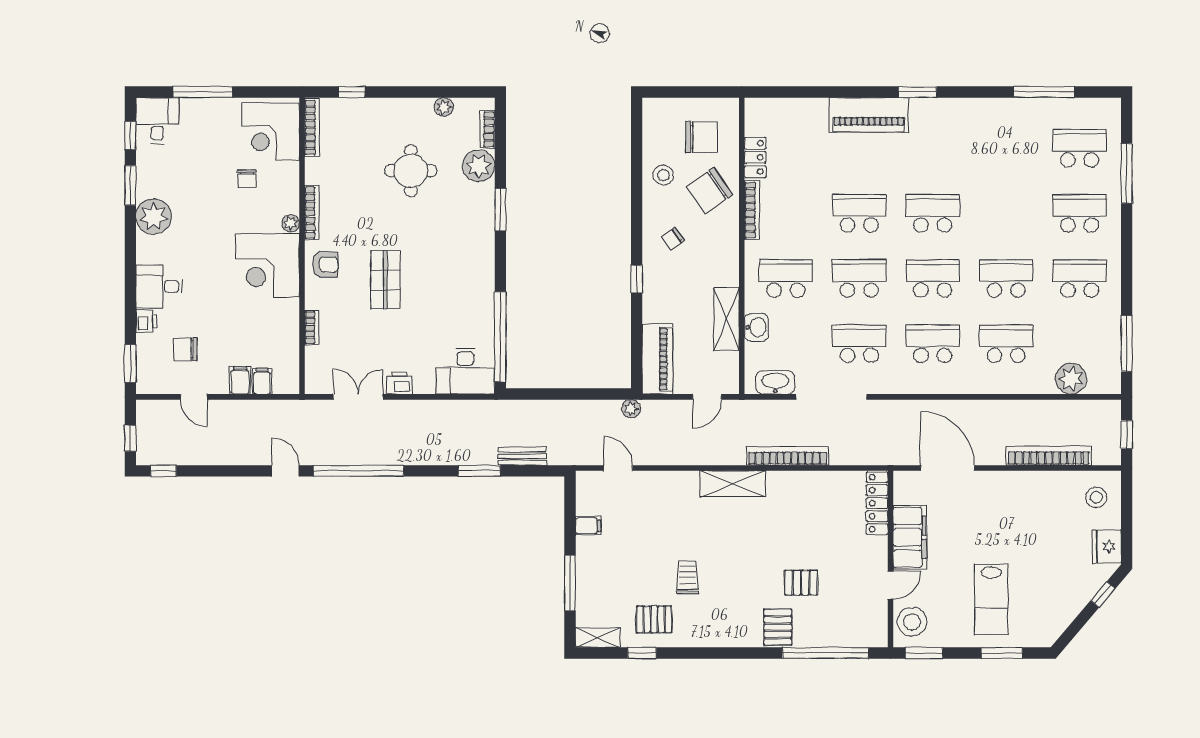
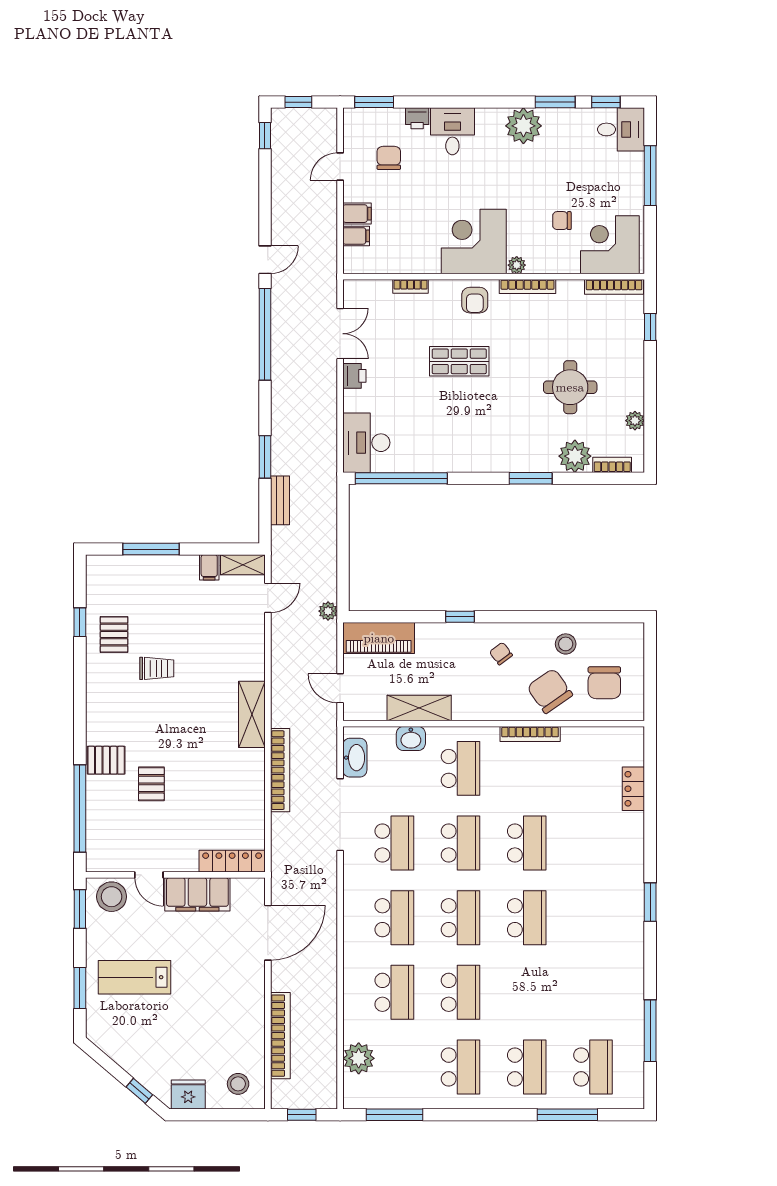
piano: (869, 115) -> (627, 853), removed
locker: (755, 157) -> (633, 789), moved, turned 90
shelving: (598, 638) -> (243, 565), moved, turned 90

